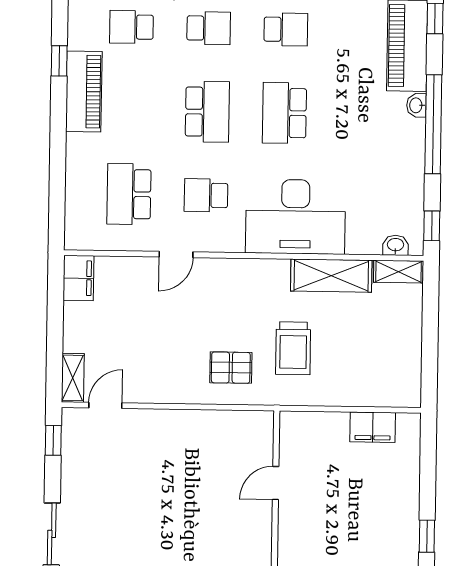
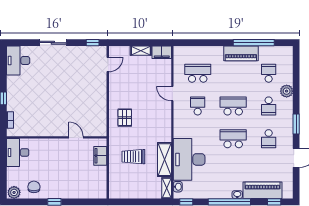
window: (59, 61) -> (254, 43), width x3.17
school desk: (207, 112) -> (233, 106), turned 180
desk: (295, 217) -> (189, 159), moved
trolley: (293, 348) -> (133, 157), moved
shelving: (73, 378) -> (141, 51), moved
door: (105, 405) -> (108, 65), hinge flipped
filing cabinet: (373, 427) -> (100, 156), moved

